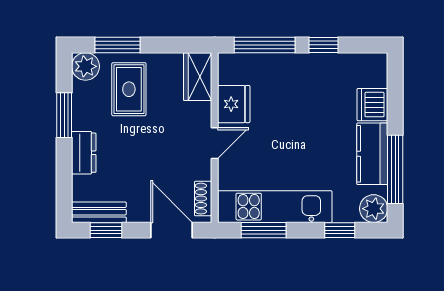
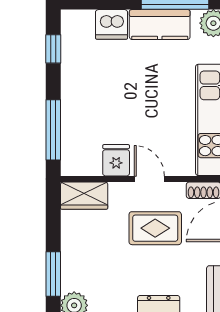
window: (323, 45) -> (53, 49), moved
rug: (129, 89) -> (155, 228), moved
fridge: (234, 104) -> (116, 160), width x0.72

